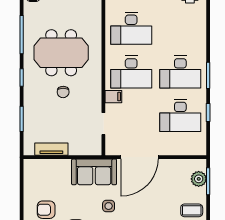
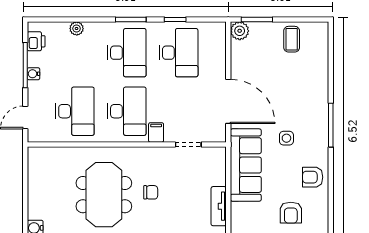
plant: (201, 30) -> (77, 28), added
sofa: (94, 172) -> (246, 165), width x1.36
plant: (199, 179) -> (240, 31), moved

